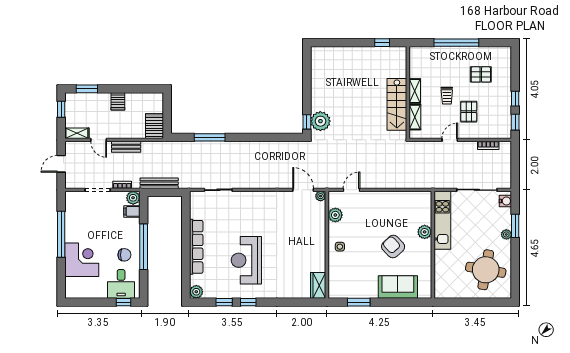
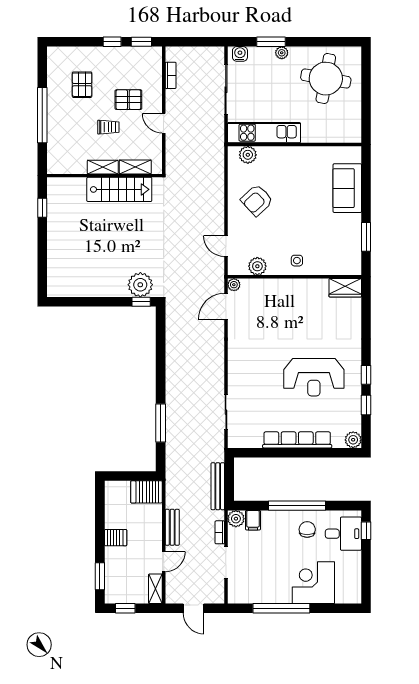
plant: (425, 232) -> (248, 155), moved
armchair: (393, 247) -> (257, 200), moved

